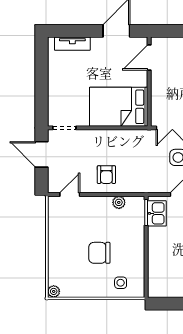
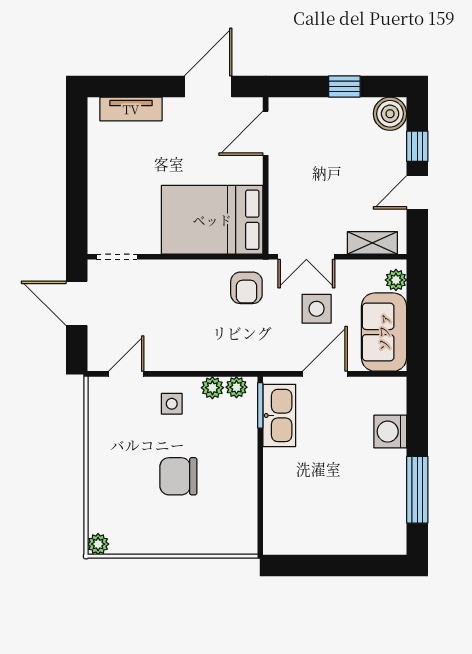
armchair: (106, 175) -> (246, 288), moved
plant: (132, 202) -> (236, 387), added
kitchen sink: (157, 213) -> (279, 415), width x1.38
side table: (121, 283) -> (172, 404), moved

